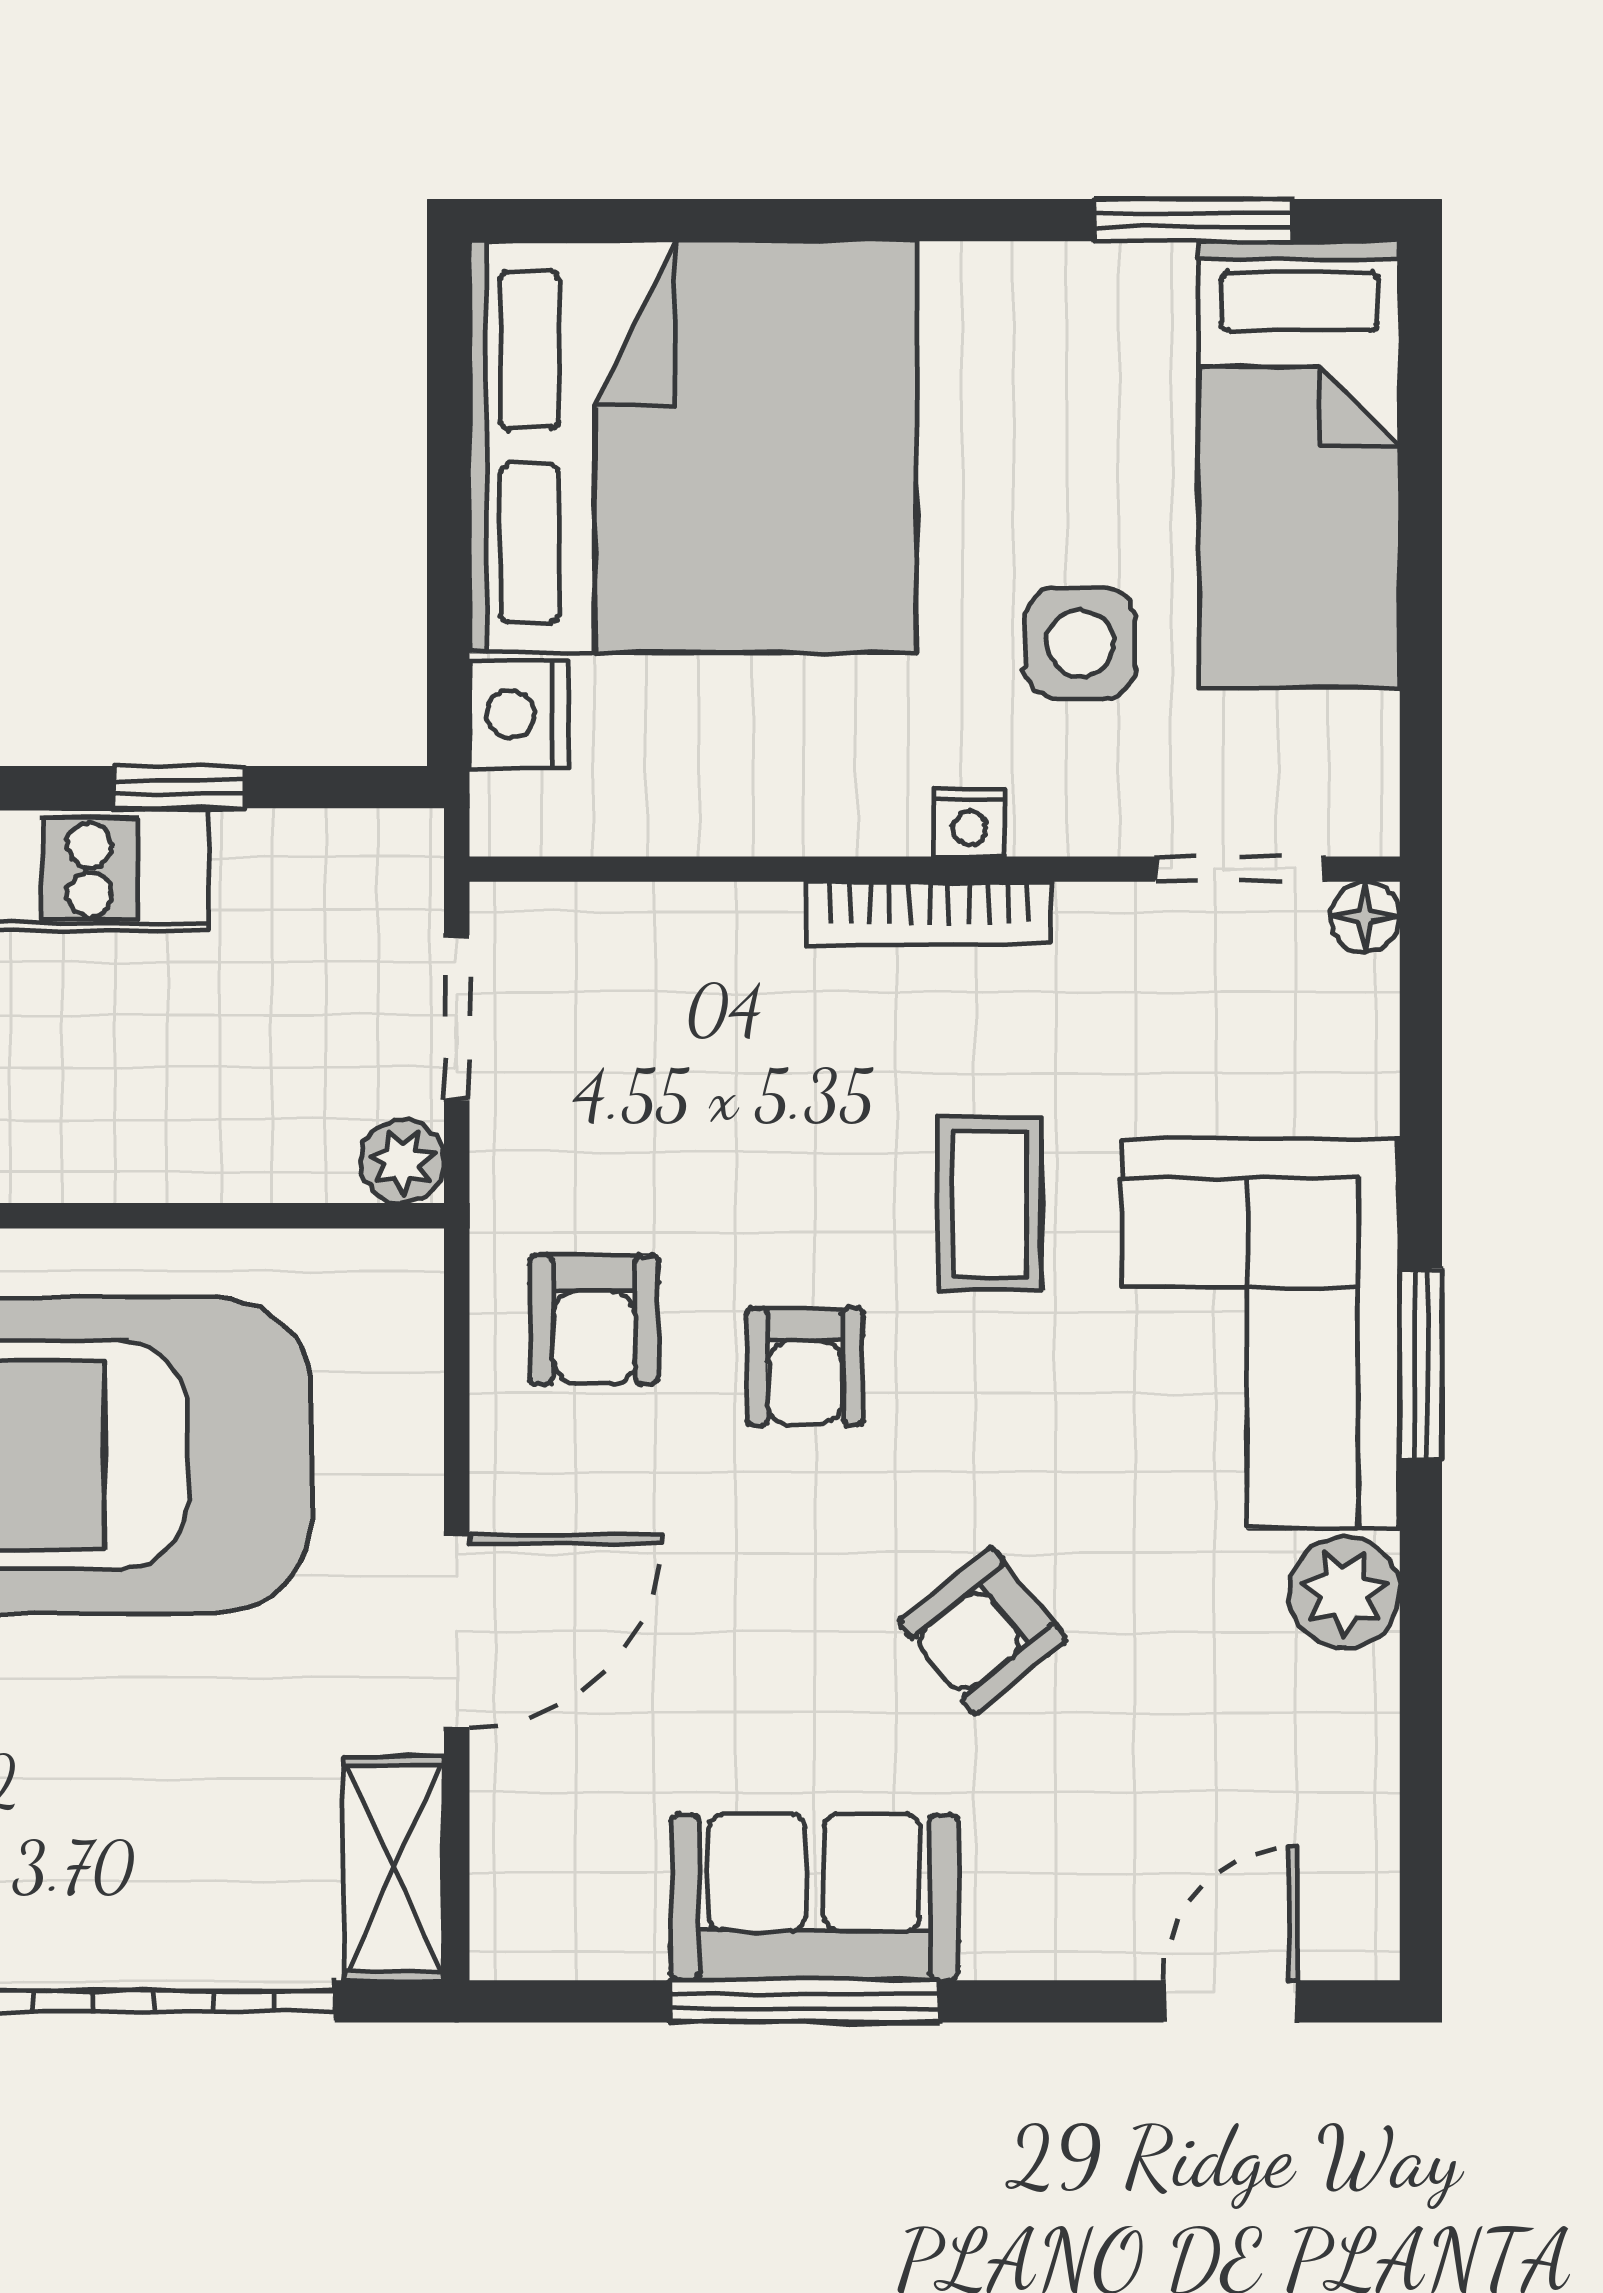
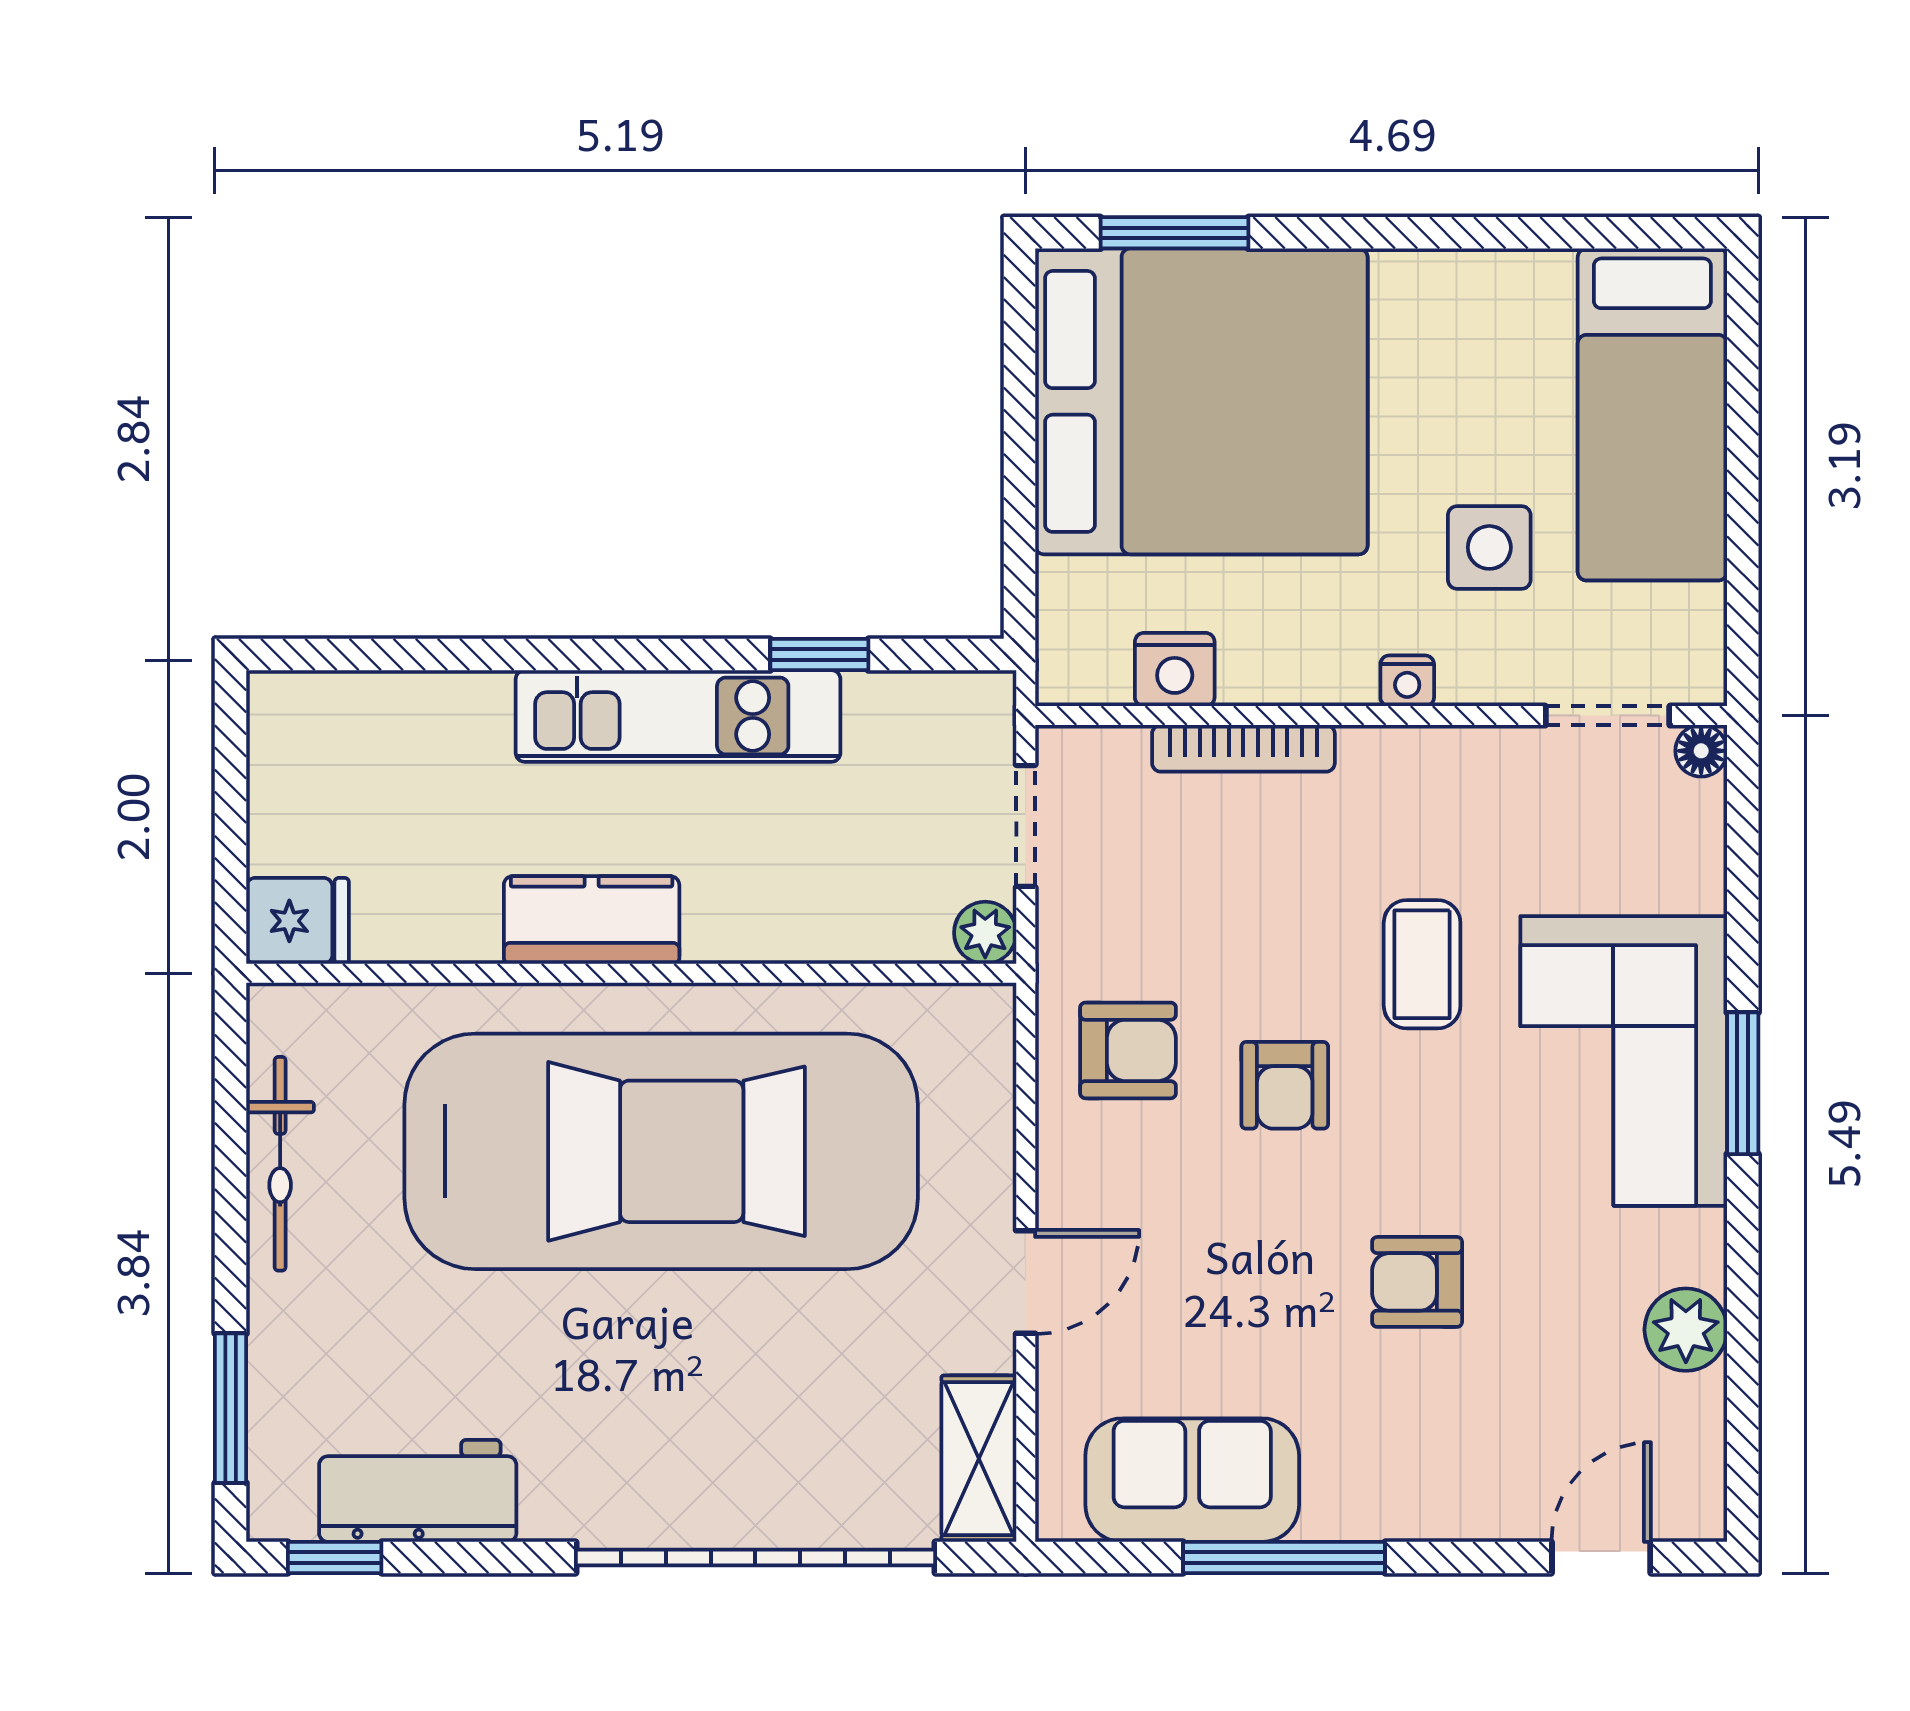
window: (1193, 220) -> (1174, 233), moved
nightstand: (519, 714) -> (1175, 670), moved, turned -90
bookcase: (929, 913) -> (1243, 748), moved
armchair: (594, 1319) -> (1128, 1050), turned -90
plant: (1344, 1592) -> (1686, 1330), moved
door: (457, 1631) -> (1026, 1282), width x0.73
armchair: (983, 1631) -> (1417, 1282), turned 39
sofa: (814, 1897) -> (1192, 1480), moved

